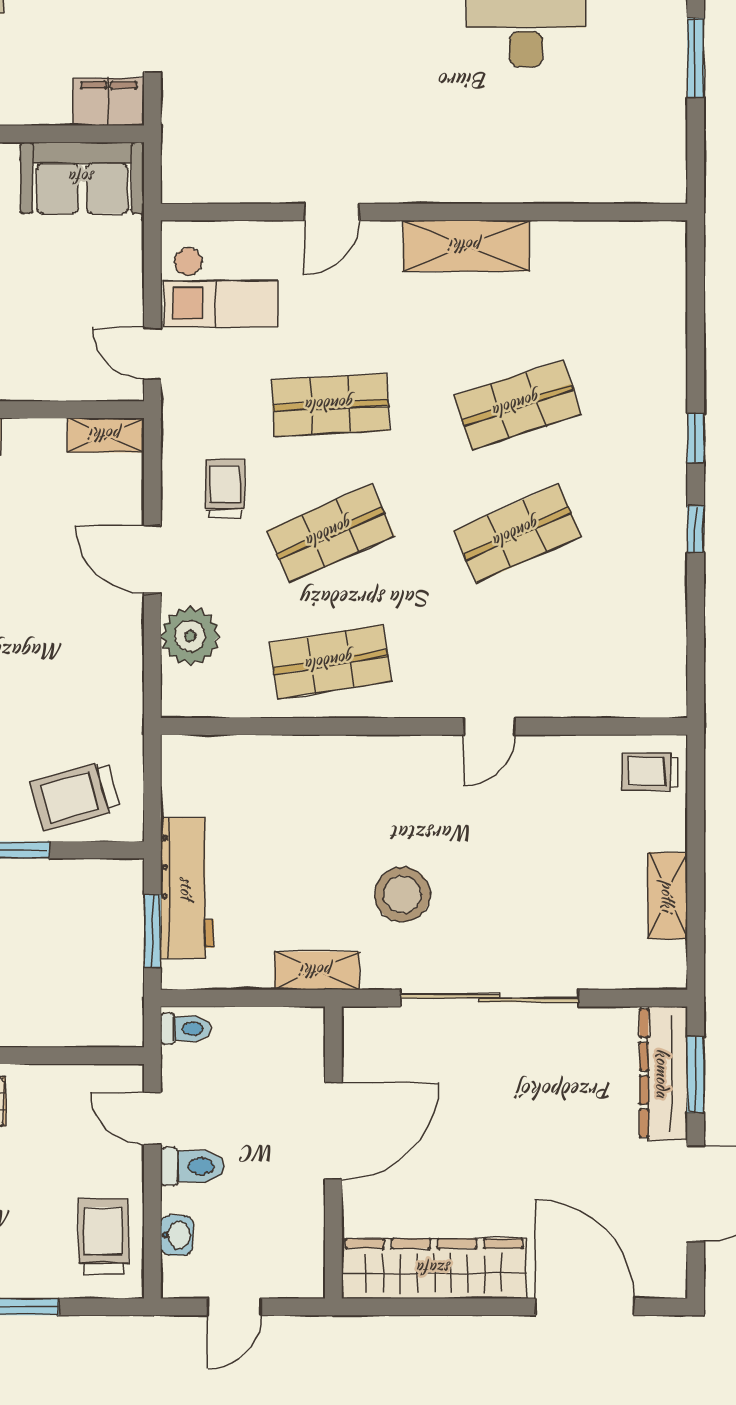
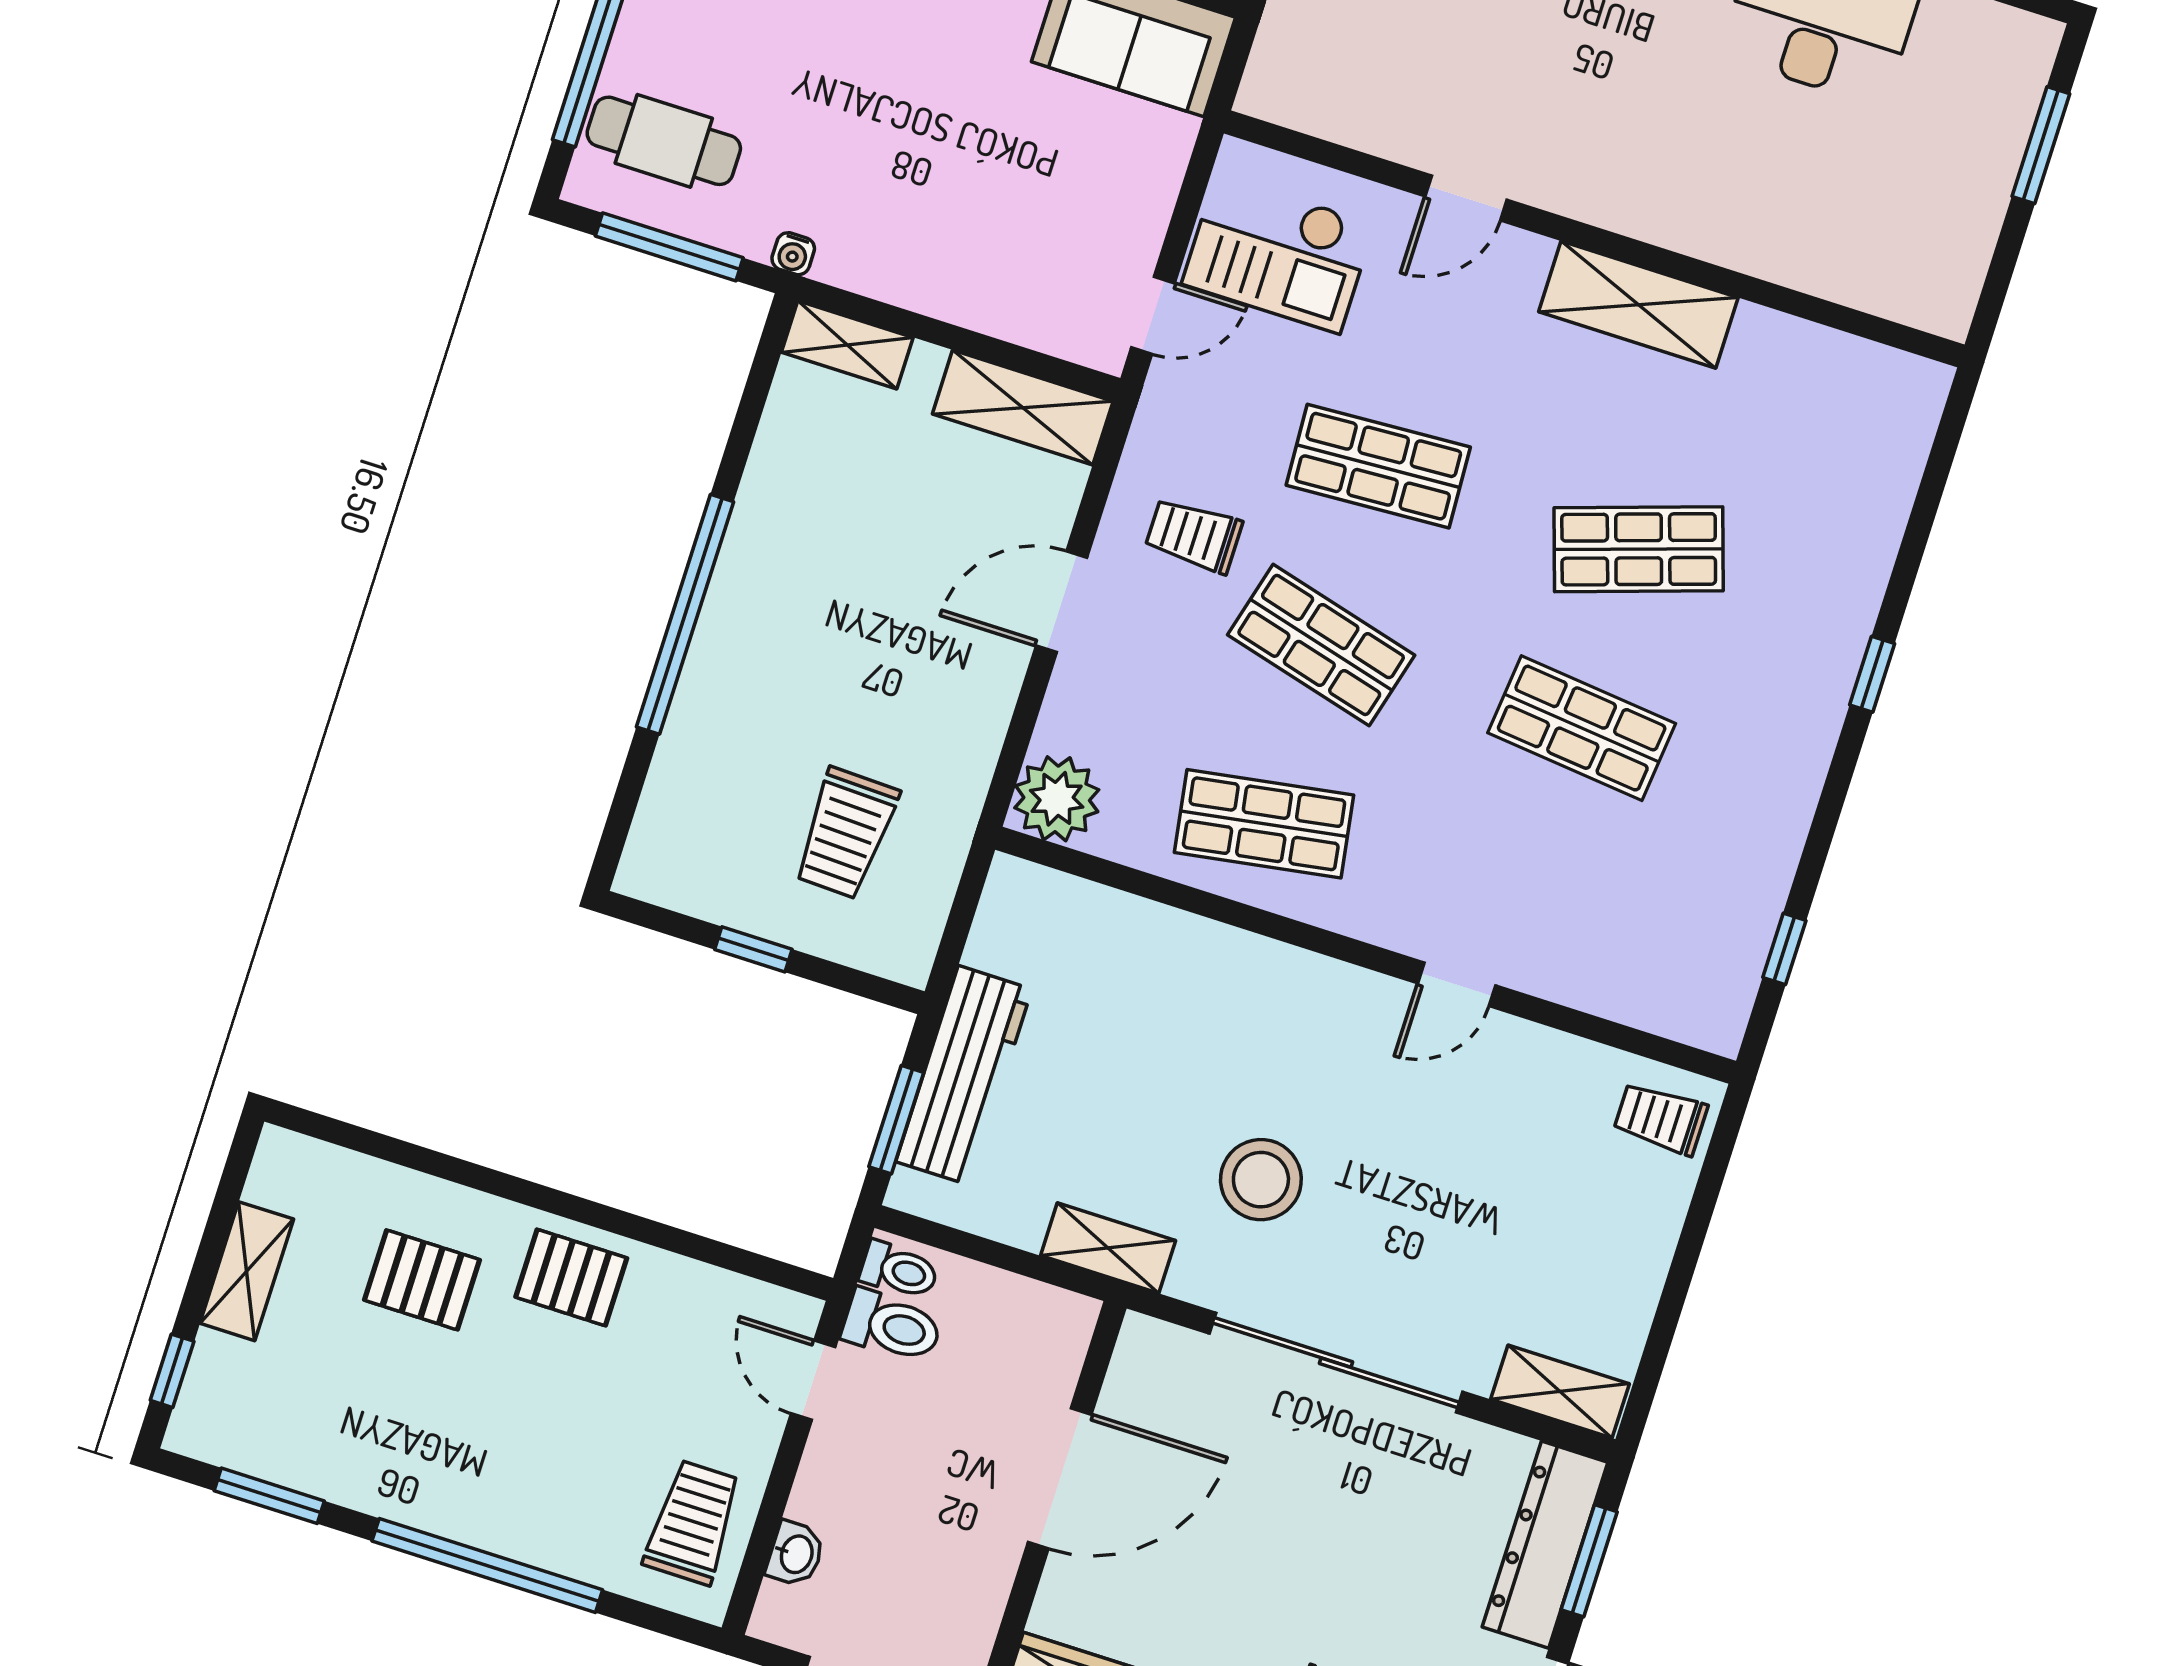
door: (152, 354) -> (1153, 315), swing flipped
shelving: (106, 435) -> (1023, 408), width x1.50, depth x1.33
trolley: (225, 488) -> (1194, 535), turned -90
window: (696, 529) -> (1784, 949), moved
shop shelf: (330, 533) -> (1321, 645), turned 39
shop shelf: (517, 533) -> (1582, 728), turned 30
door: (152, 559) -> (1062, 602), hinge flipped
plant: (190, 636) -> (1057, 799), moved
trolley: (75, 796) -> (846, 833), moved, turned -72
shelving: (668, 896) -> (1560, 1391), moved, turned 90
toilet: (192, 1166) -> (892, 1326), moved

